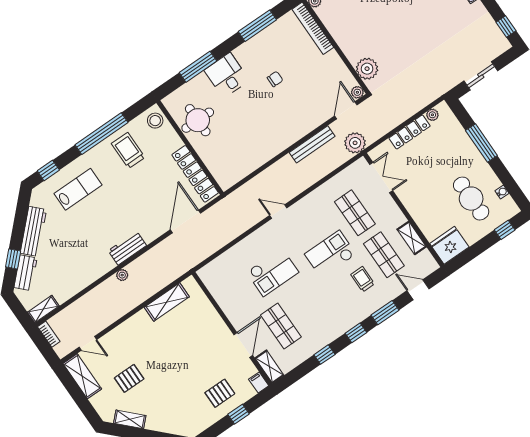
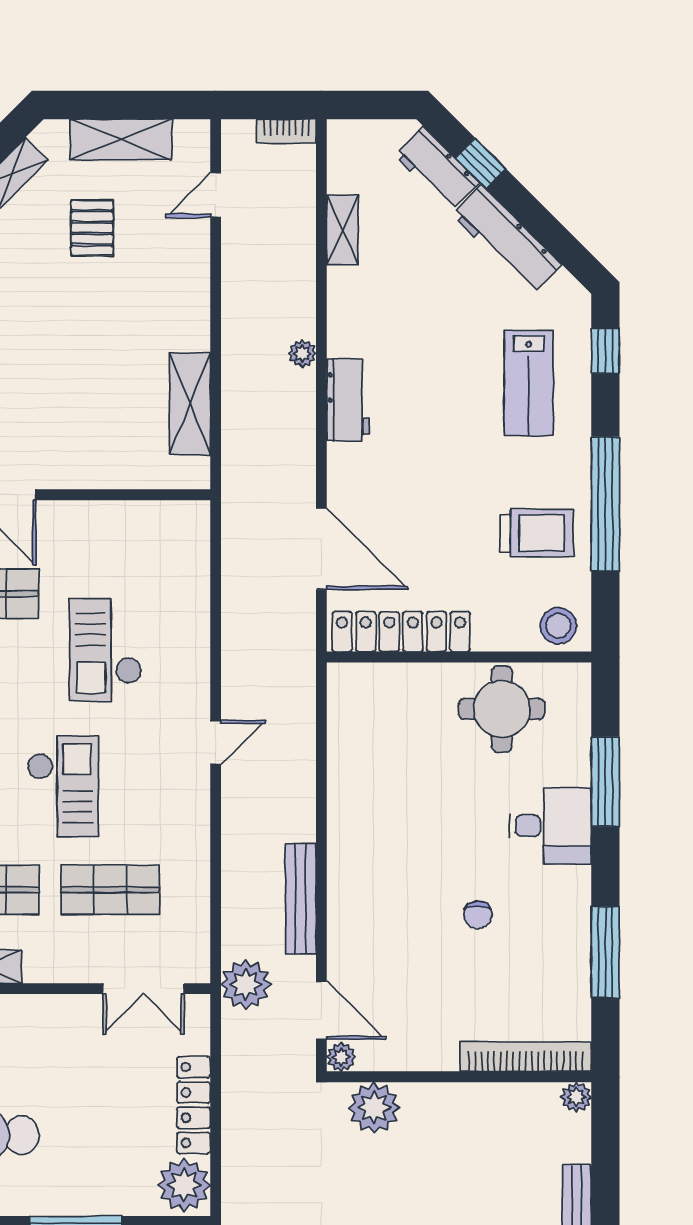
plant: (432, 115) -> (184, 1185), width x1.88, depth x1.88
shelving: (43, 309) -> (342, 230), moved
shelving: (82, 376) -> (121, 140), moved

